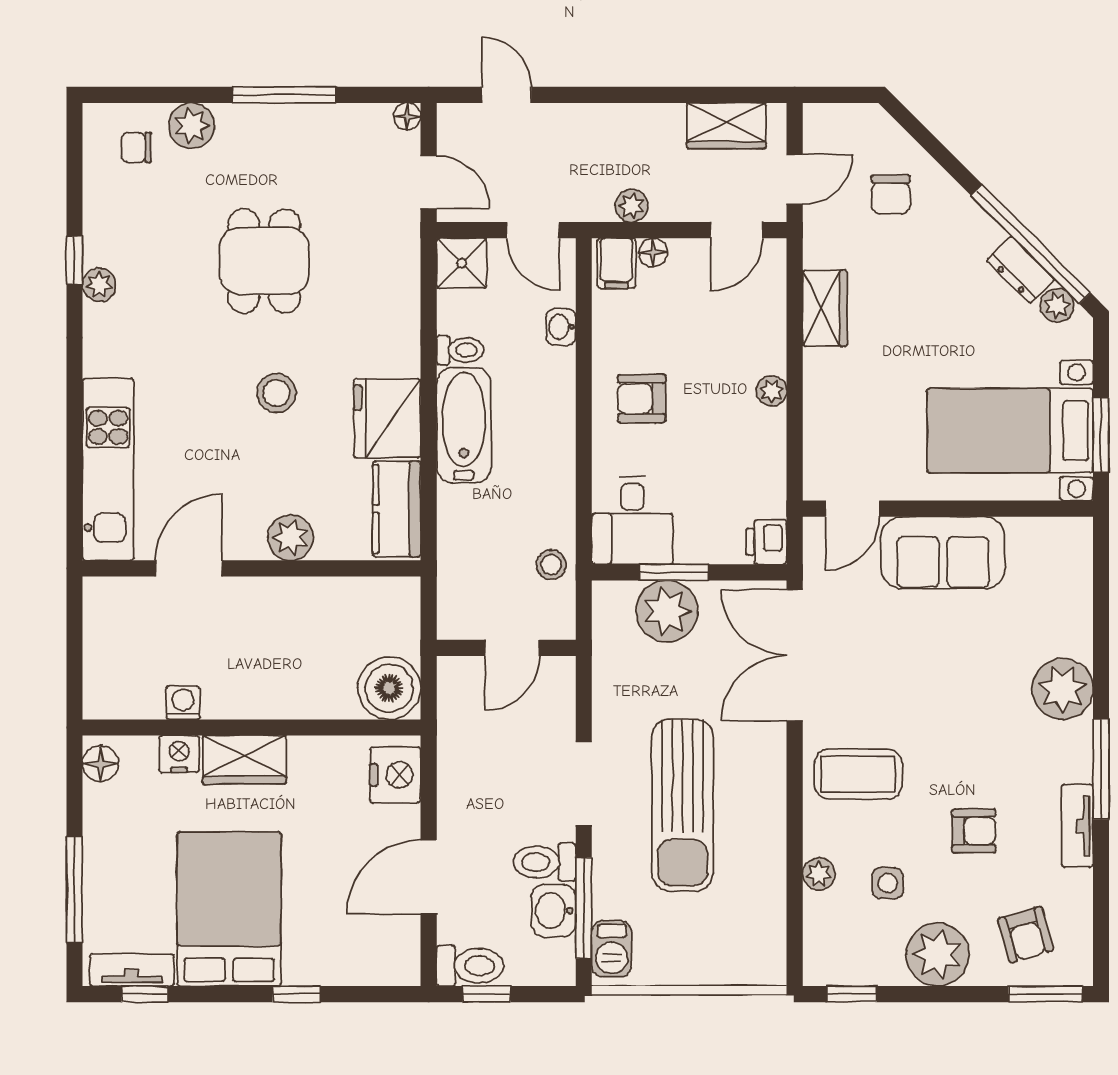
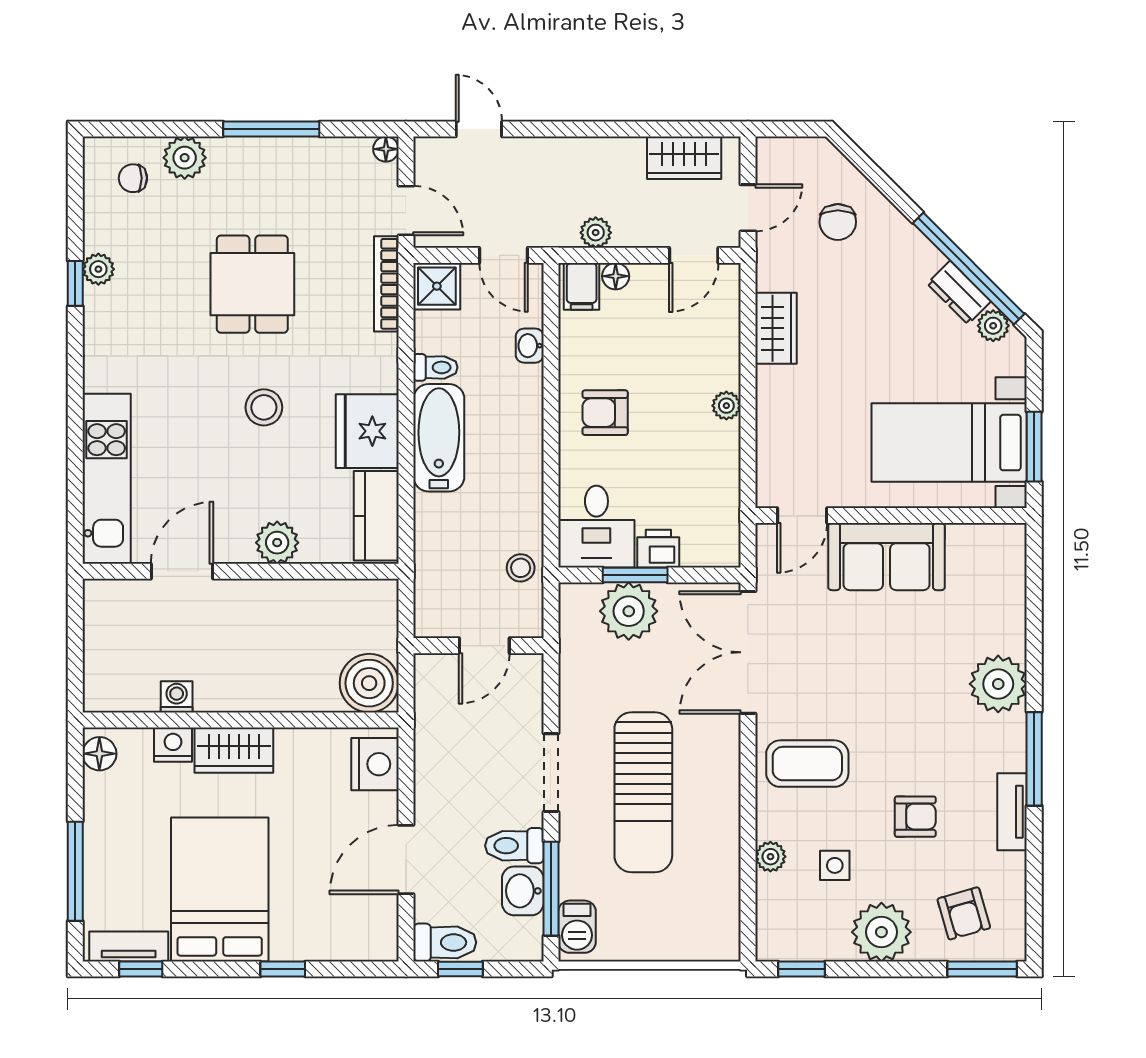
bookcase: (408, 261) -> (386, 284), added
plant: (99, 285) -> (98, 269), moved
printer: (766, 542) -> (658, 549), moved, turned 90

